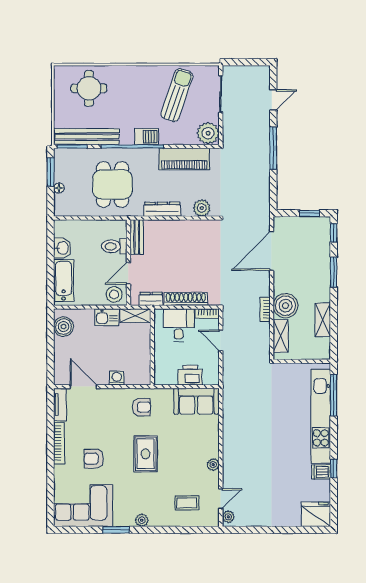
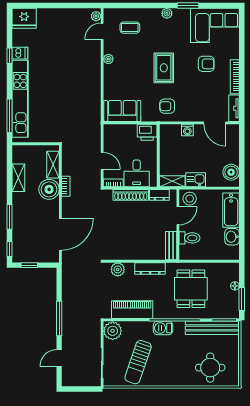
printer: (190, 375) -> (147, 132), moved

